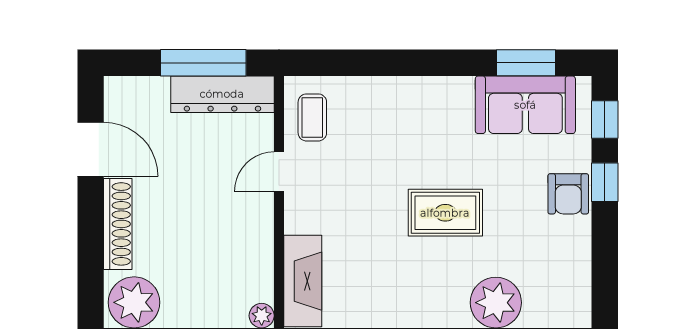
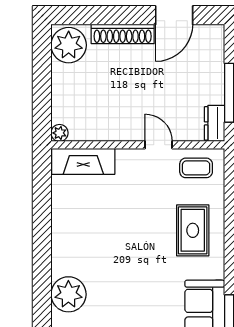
dresser: (222, 94) -> (214, 123), width x0.51, depth x0.80
rug: (445, 213) -> (193, 230), moved

